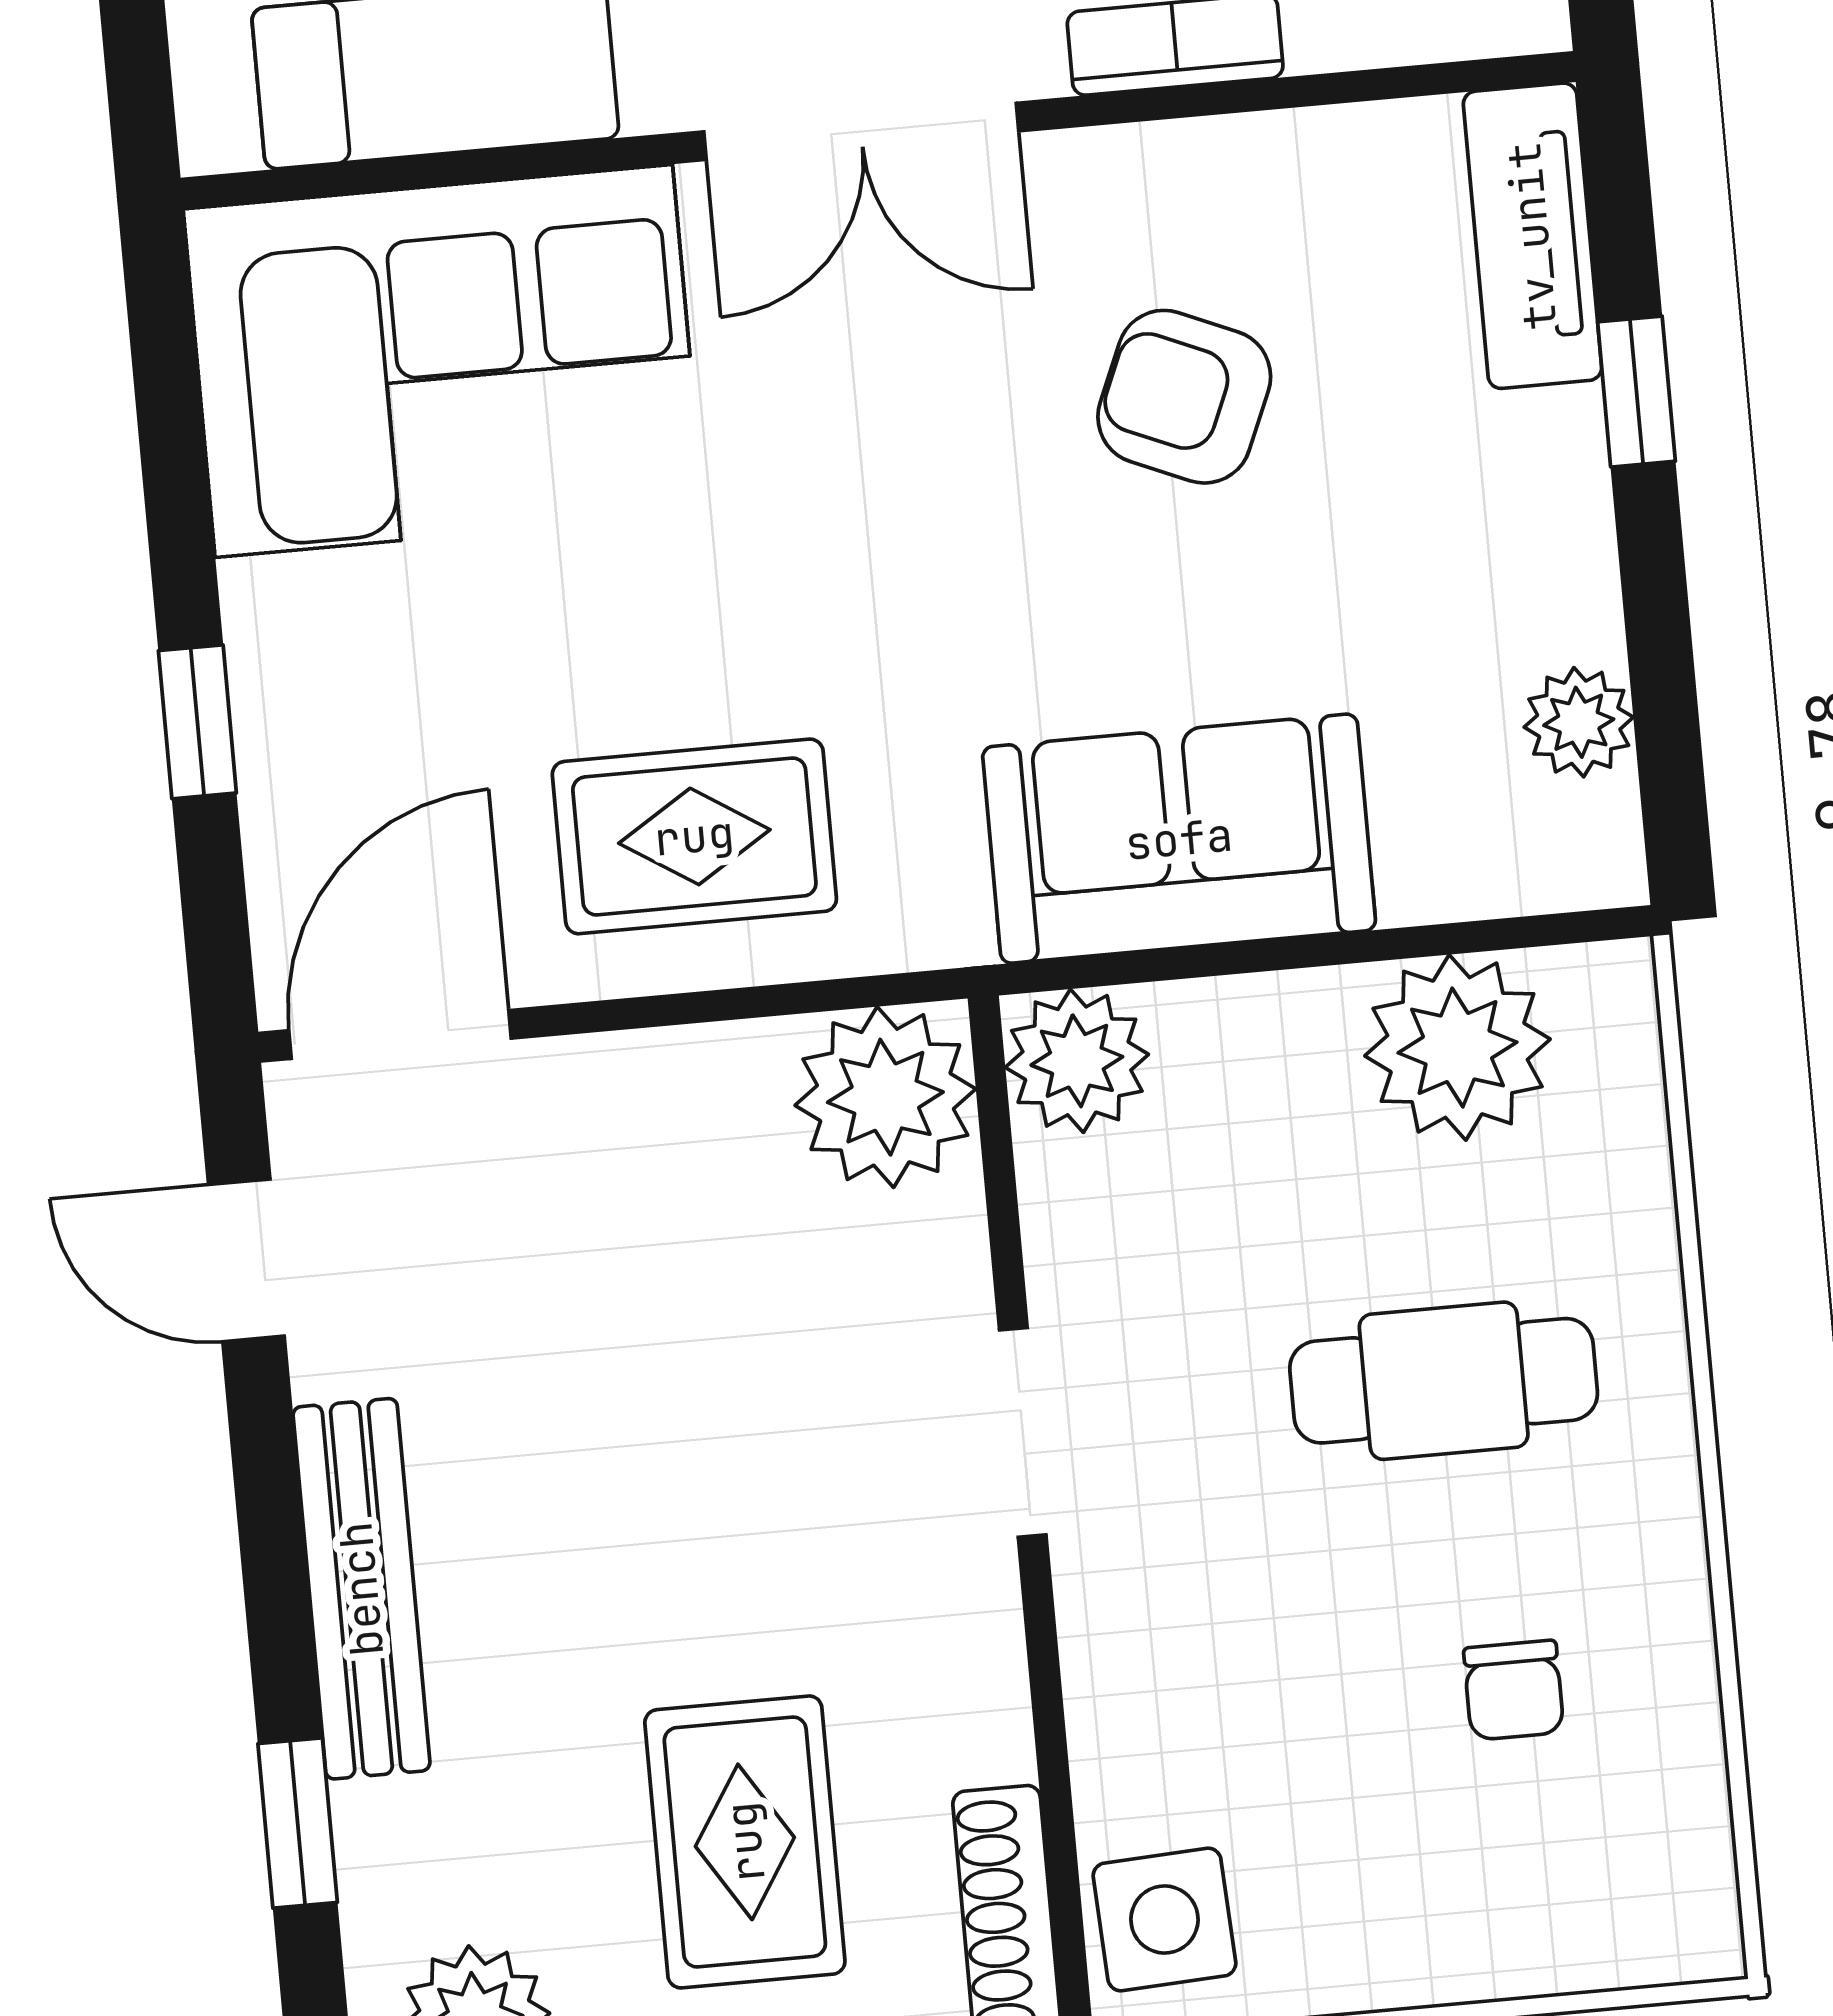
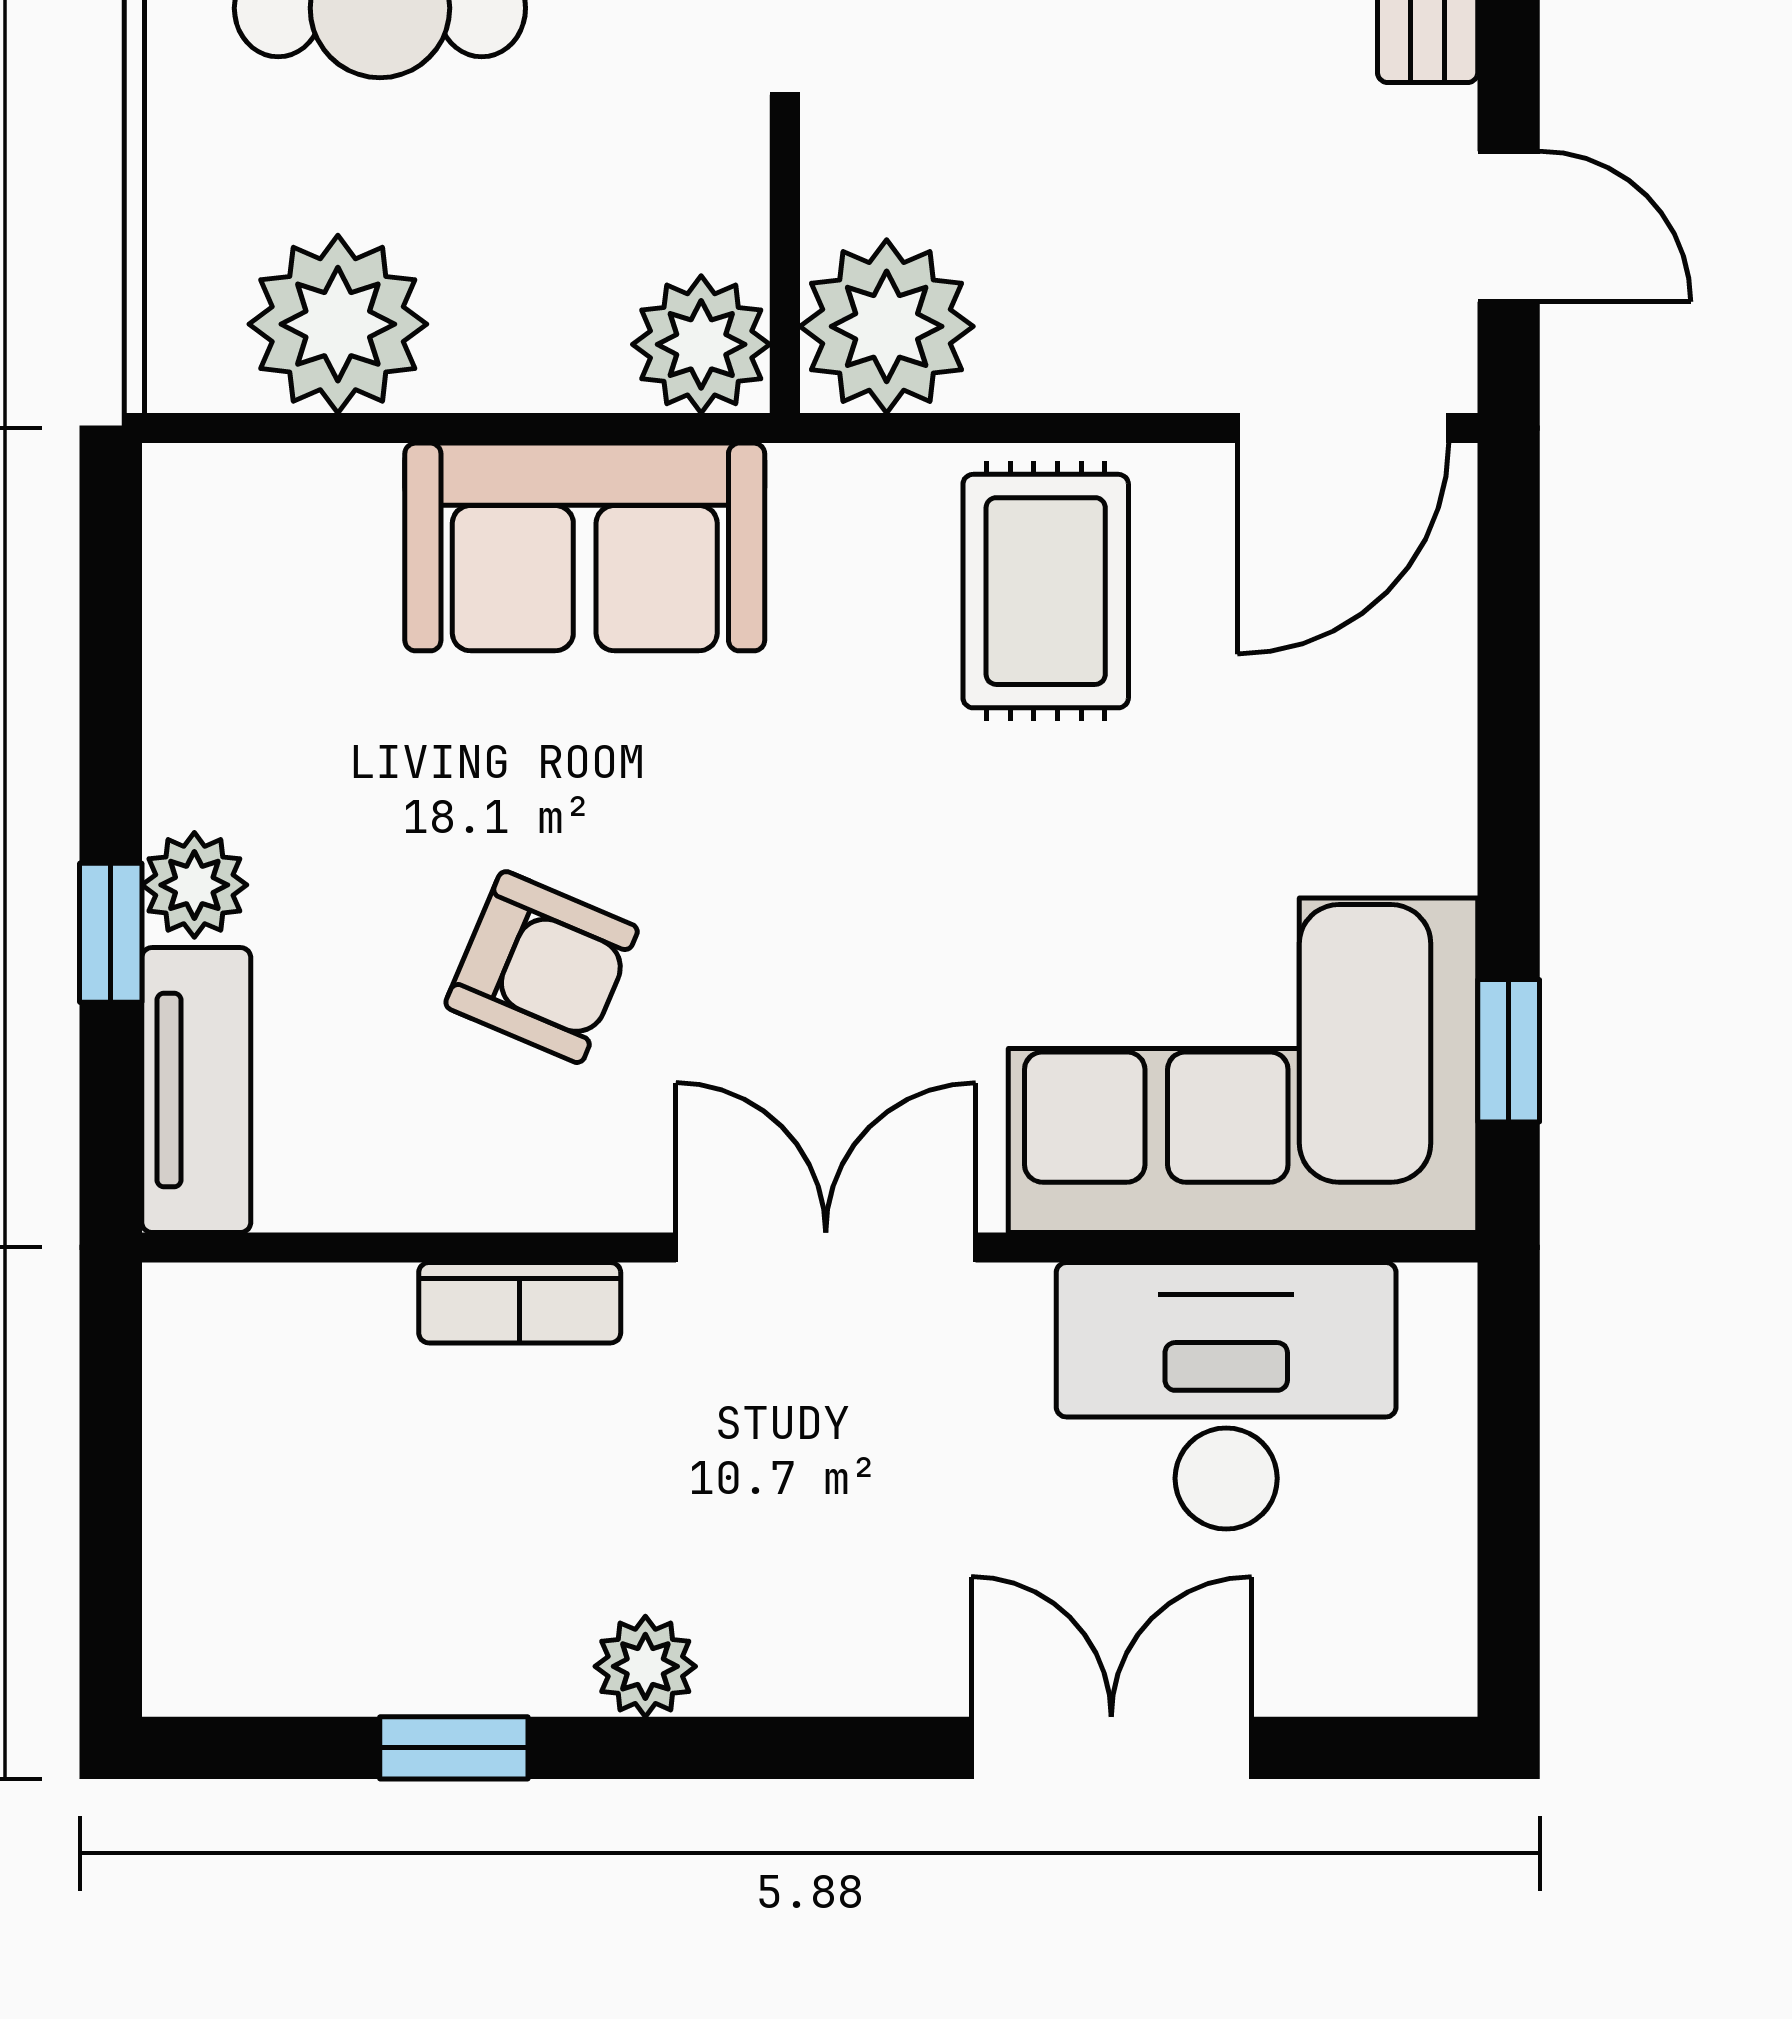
window: (197, 722) -> (1509, 1051), moved
plant: (1579, 722) -> (194, 885), moved
rug: (694, 836) -> (1046, 591), turned 90

